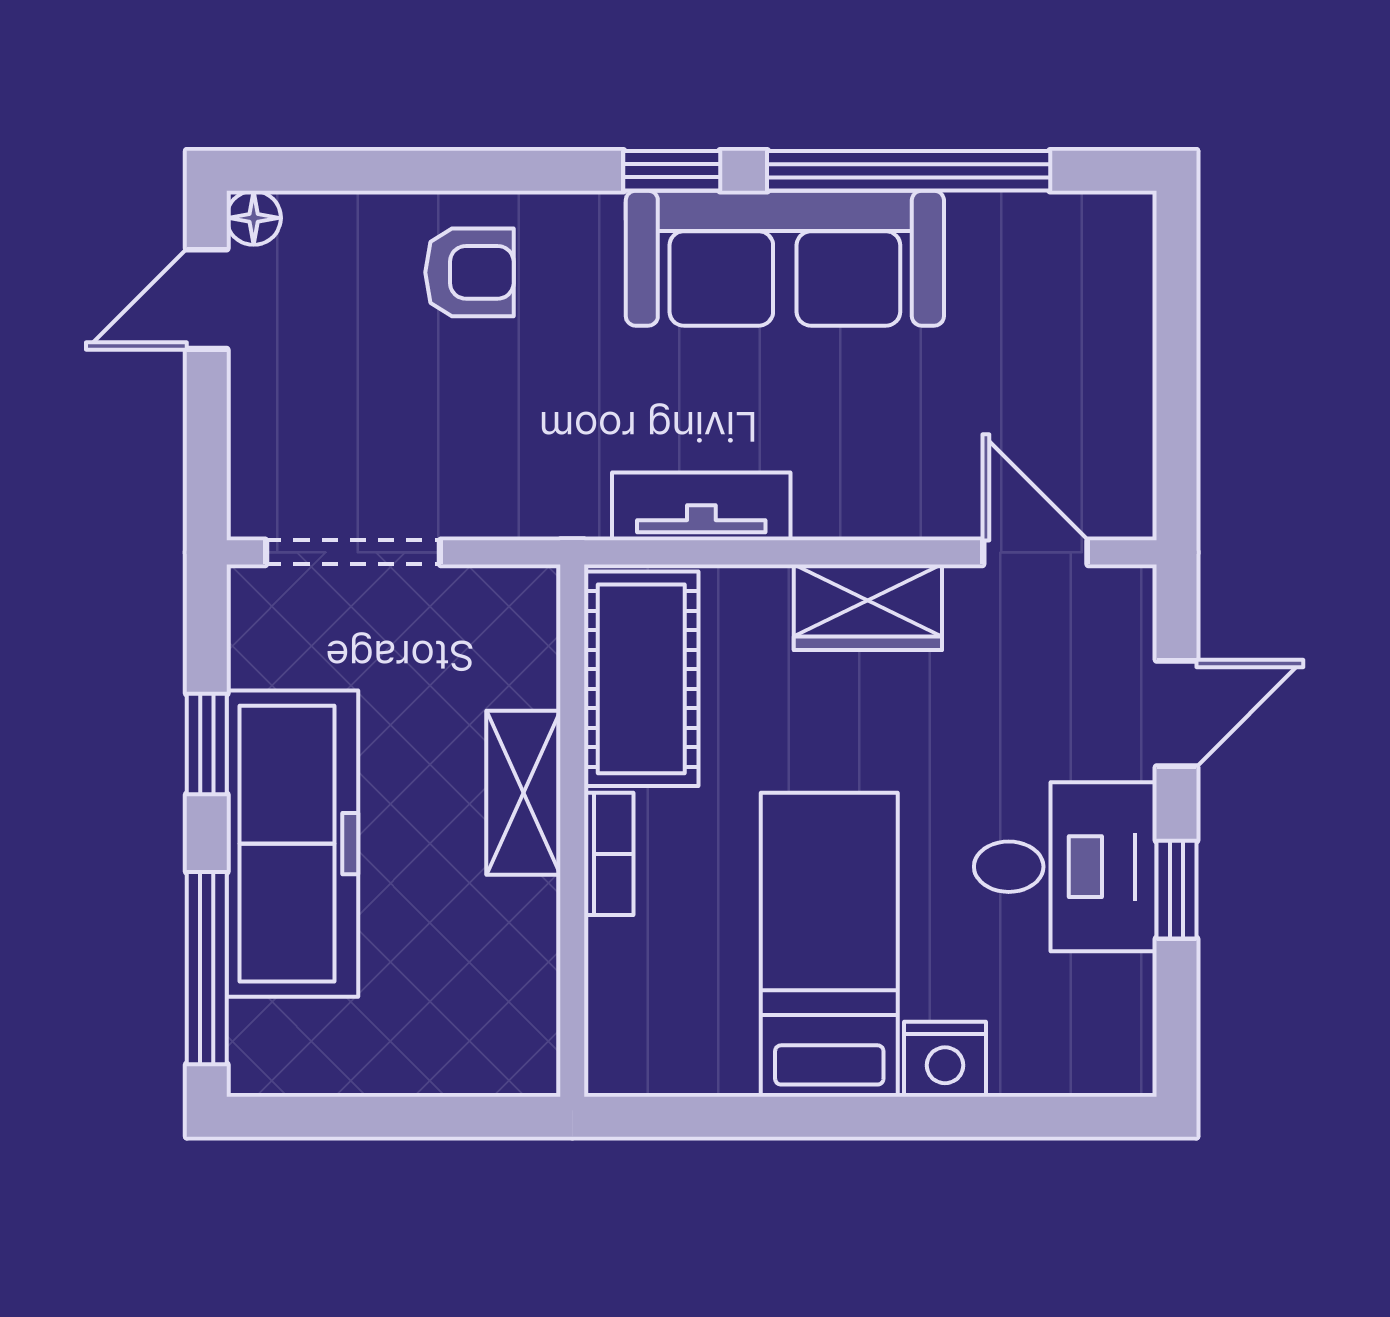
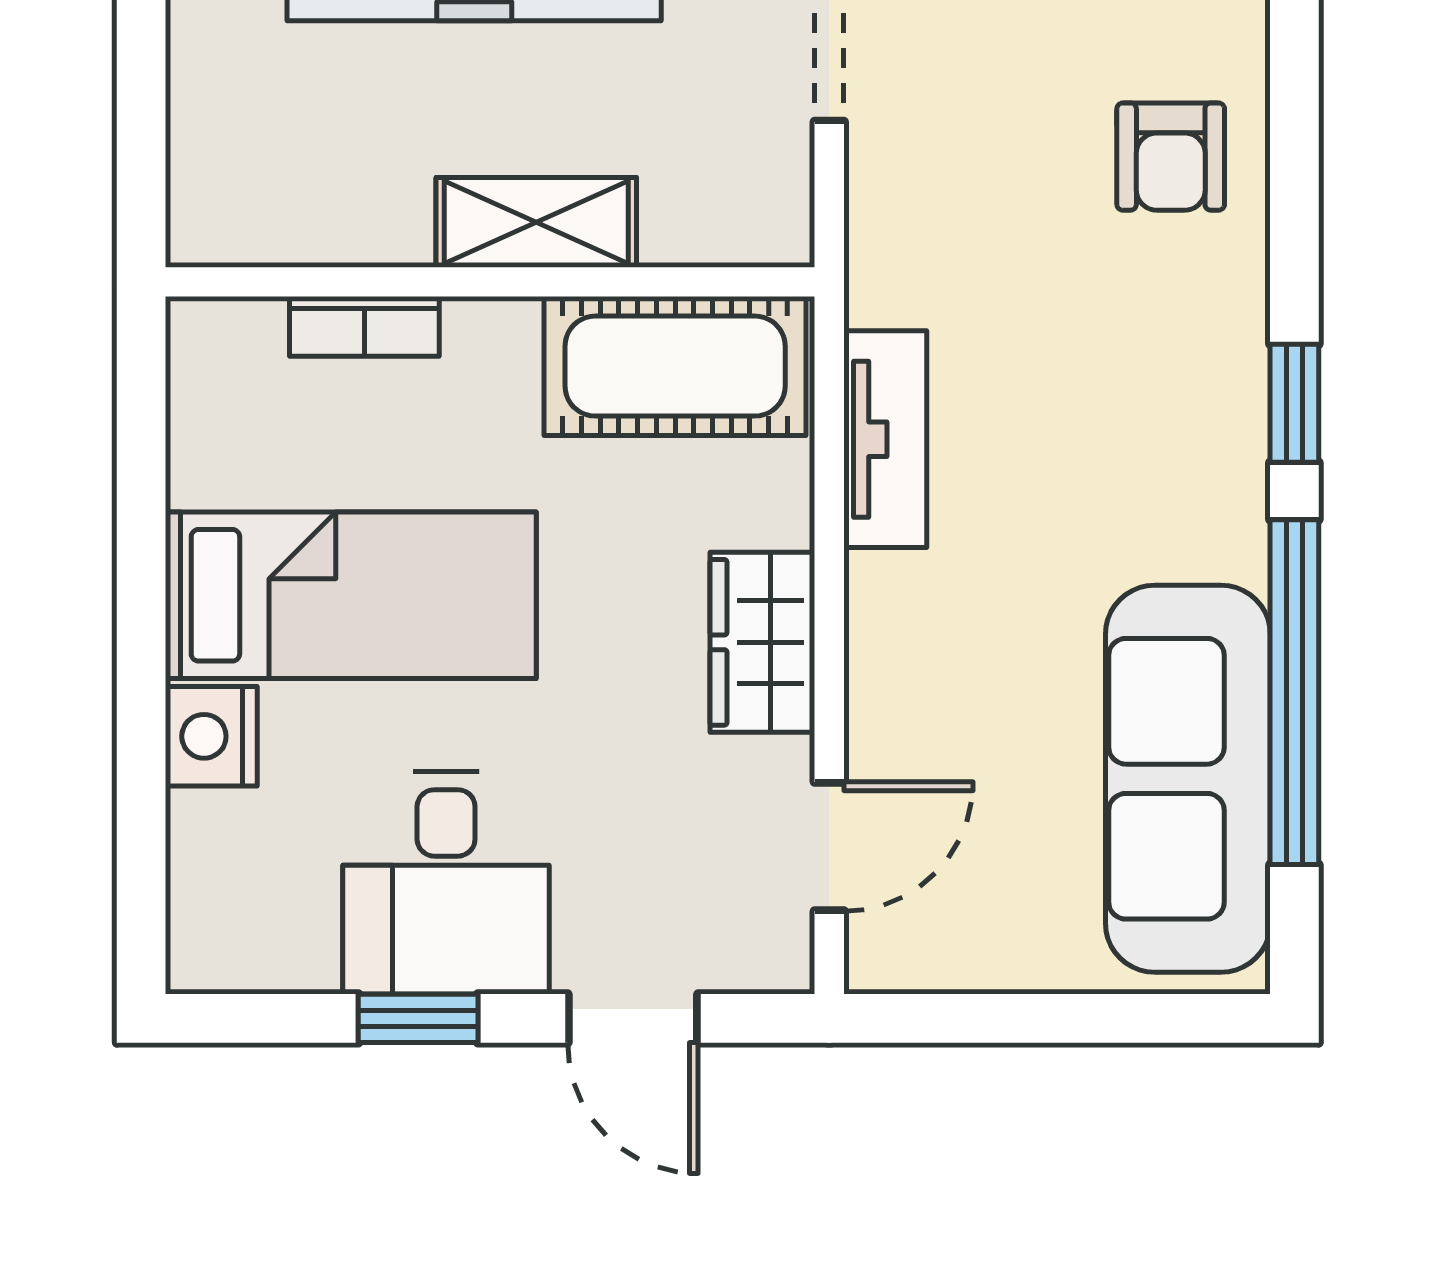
sofa: (785, 258) -> (1188, 779), moved
bookcase: (609, 854) -> (364, 326), moved

